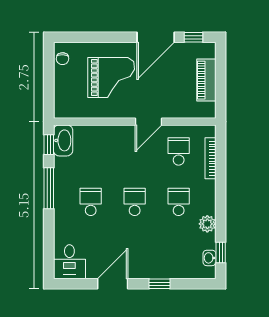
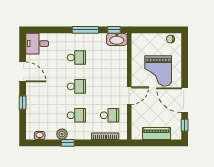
door: (149, 122) -> (129, 96), swing flipped
window: (221, 253) -> (68, 143), moved

